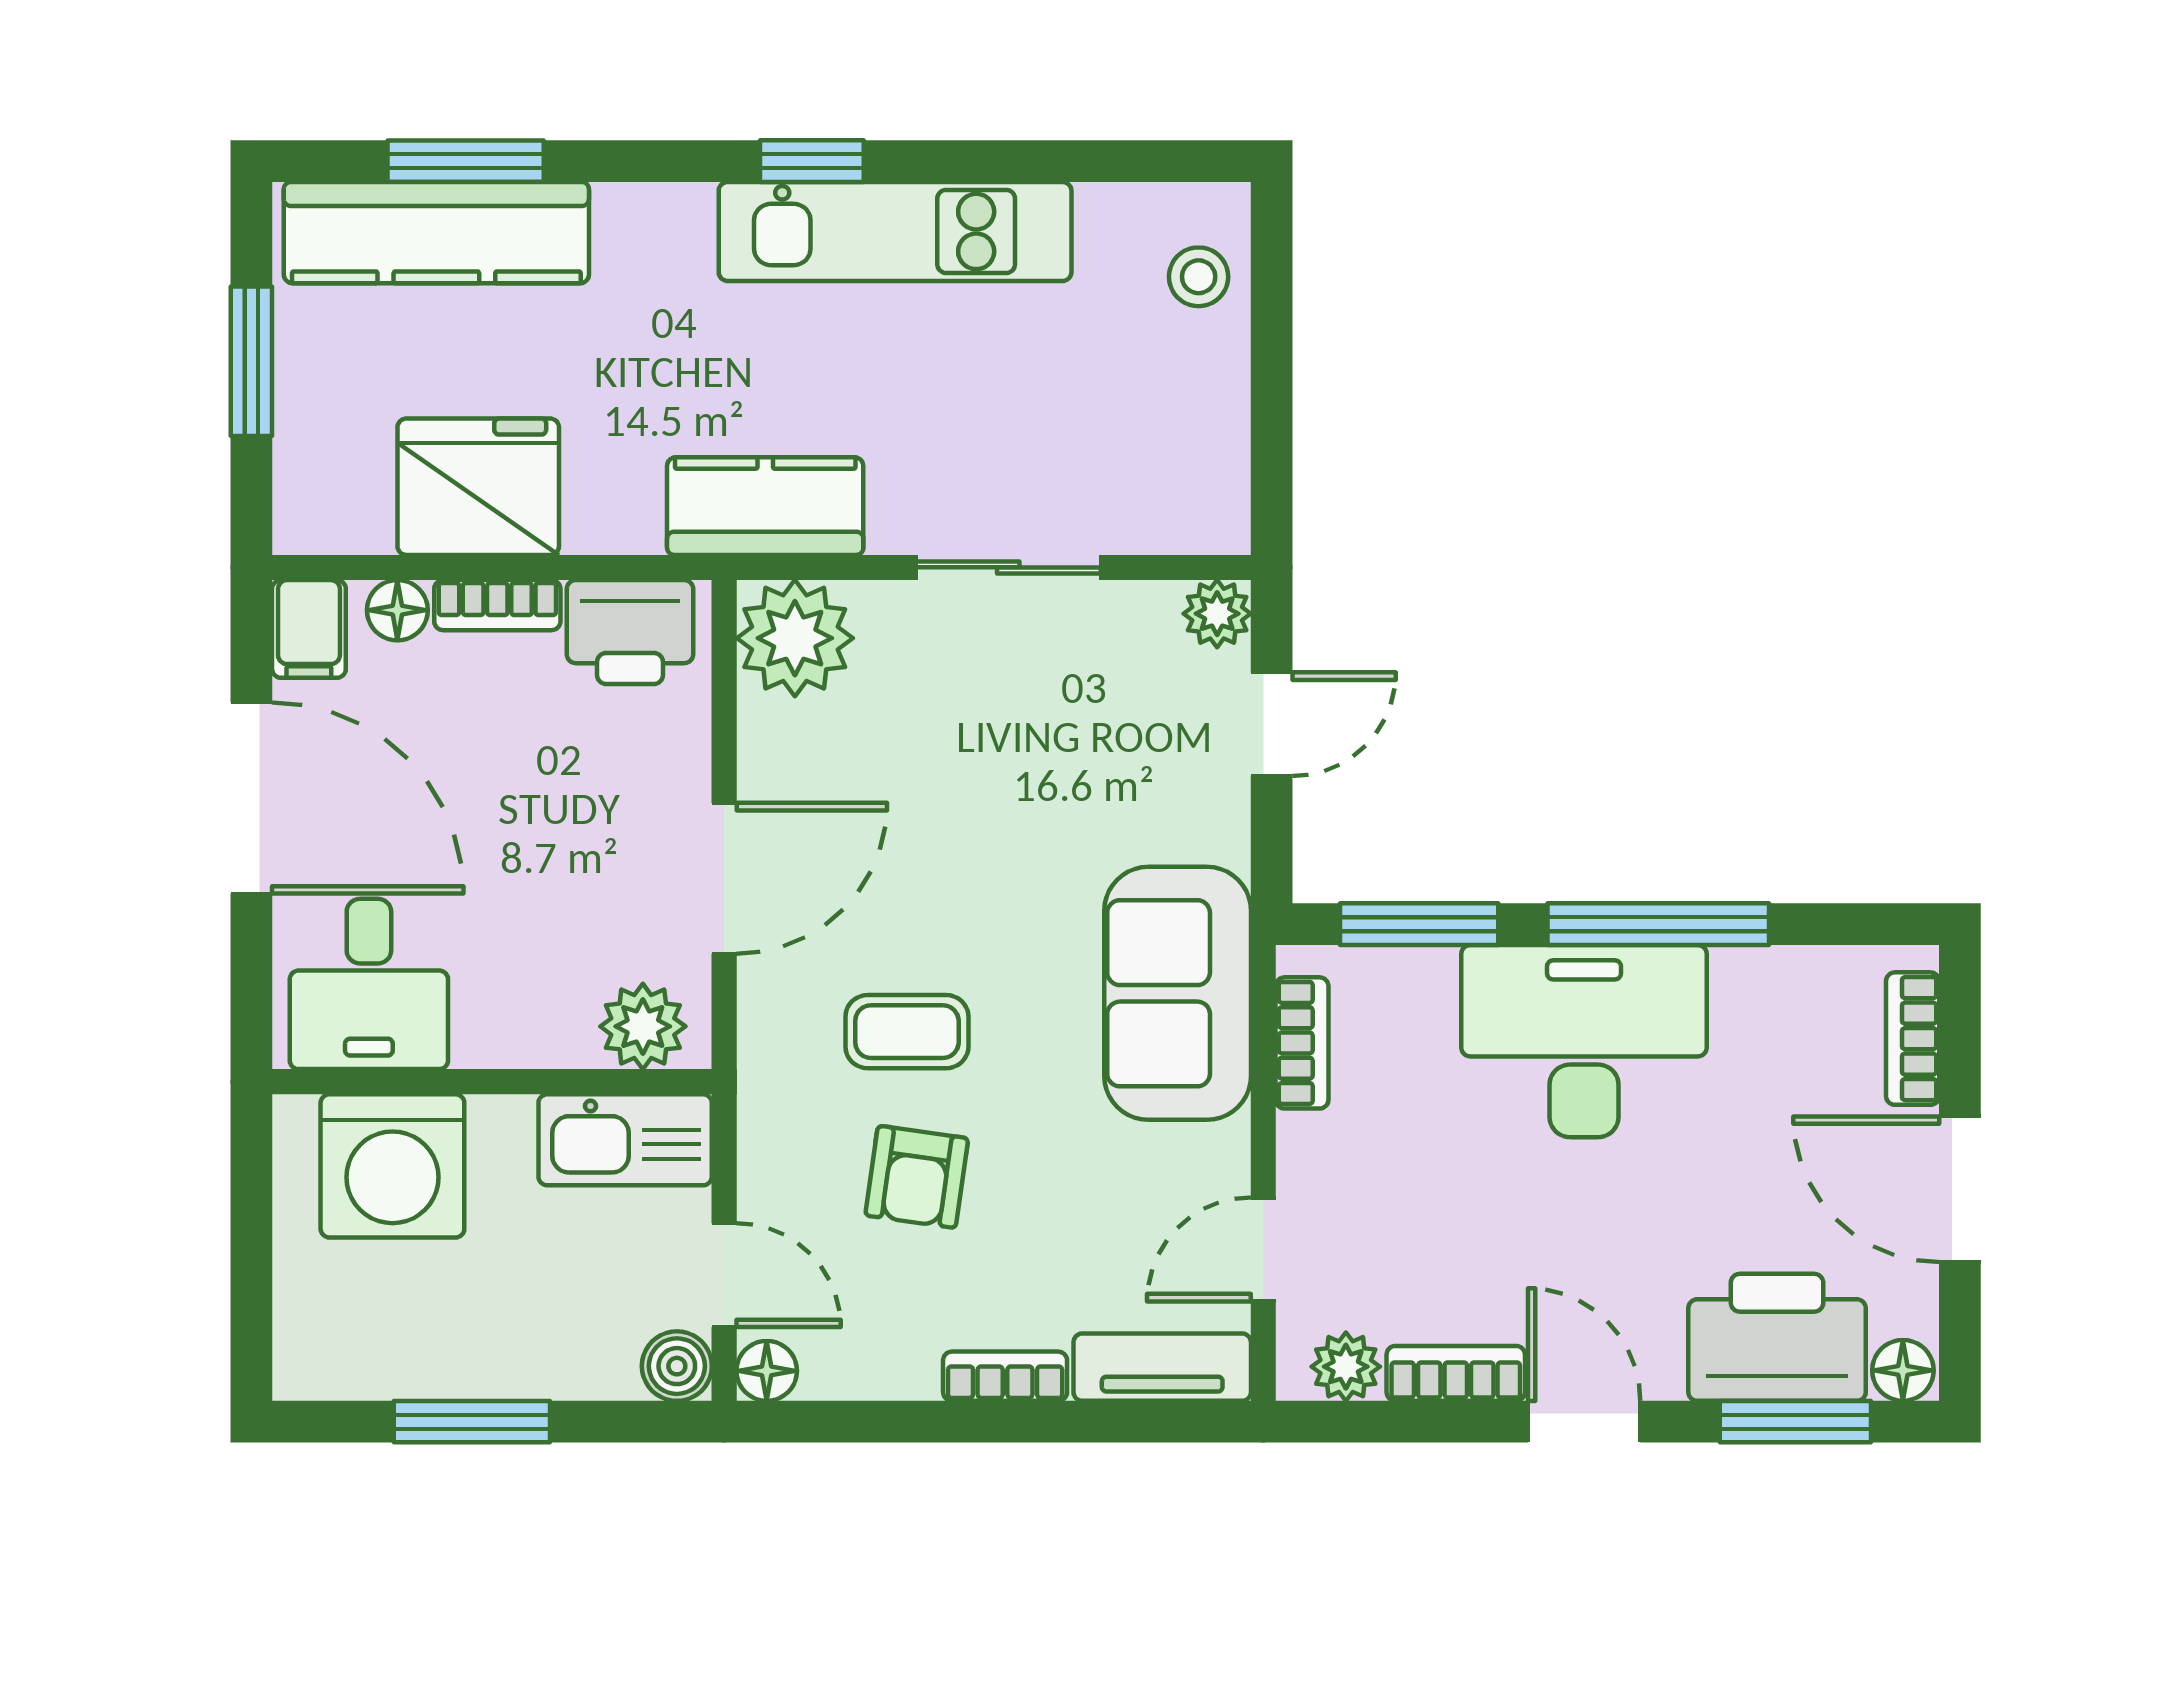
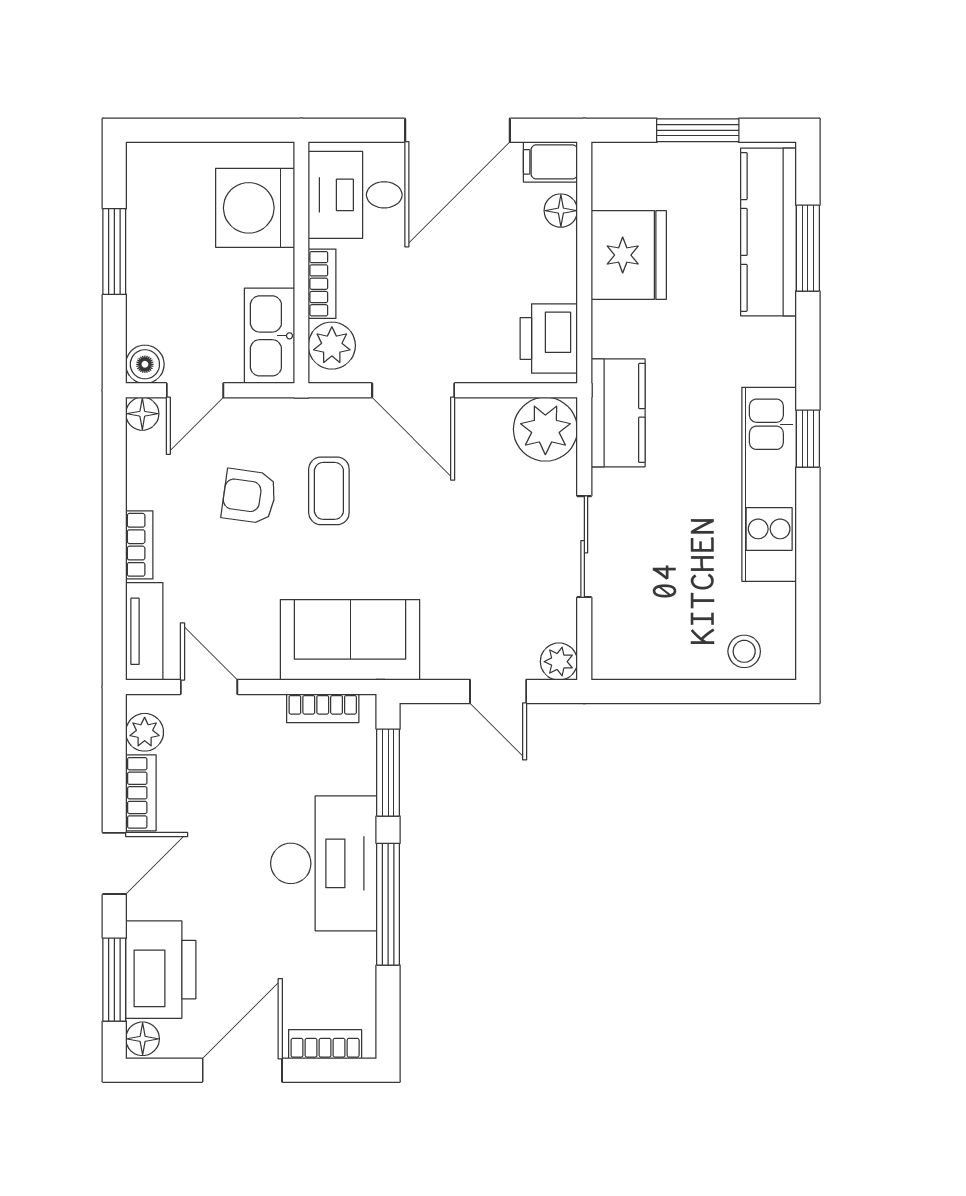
bookcase: (497, 605) -> (322, 284), moved, turned 180

